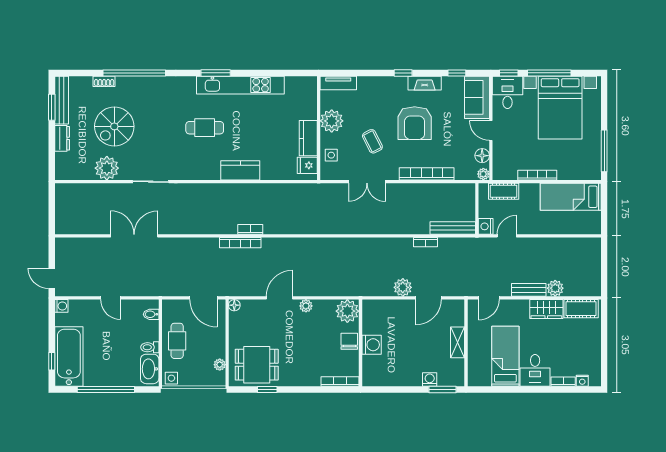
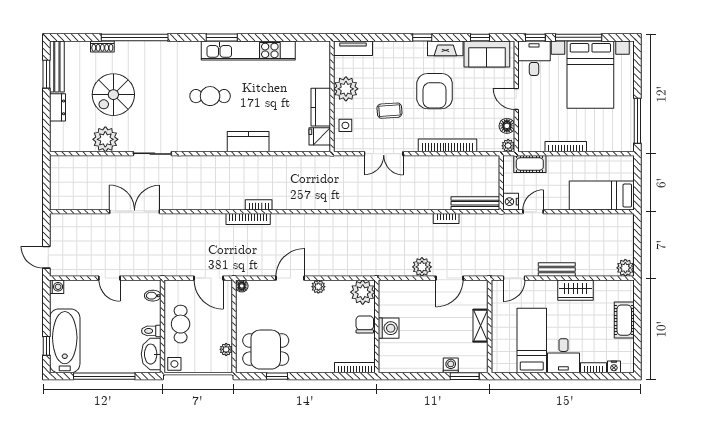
sofa: (477, 97) -> (487, 54), moved, turned -90
coffee table: (372, 141) -> (389, 111), turned -67
bed: (571, 197) -> (602, 196), moved
plant: (555, 288) -> (625, 268), moved
cot: (581, 309) -> (624, 320), moved, turned 90

